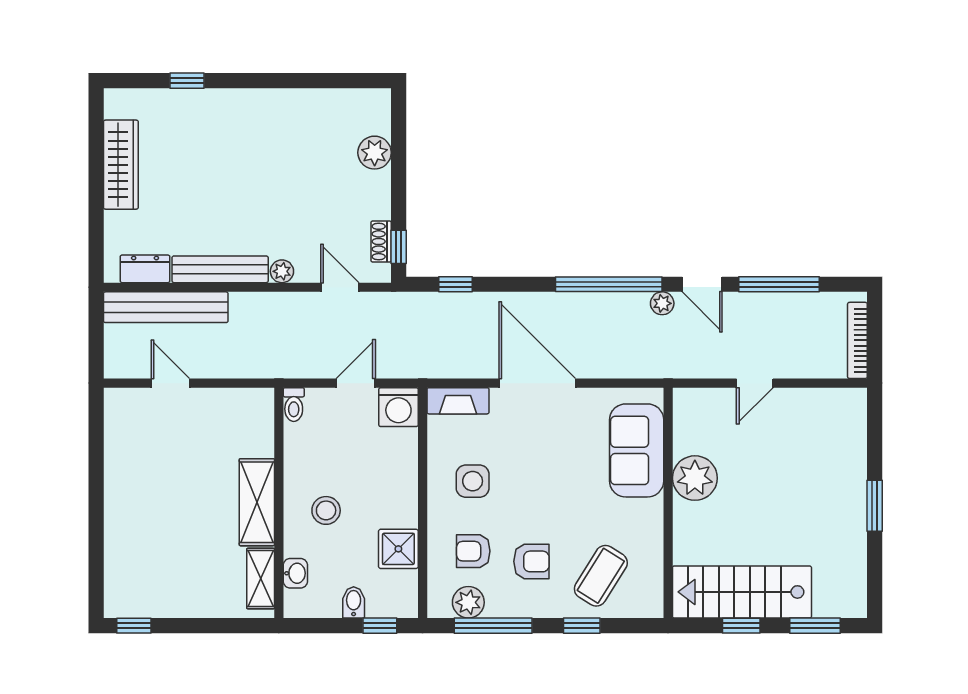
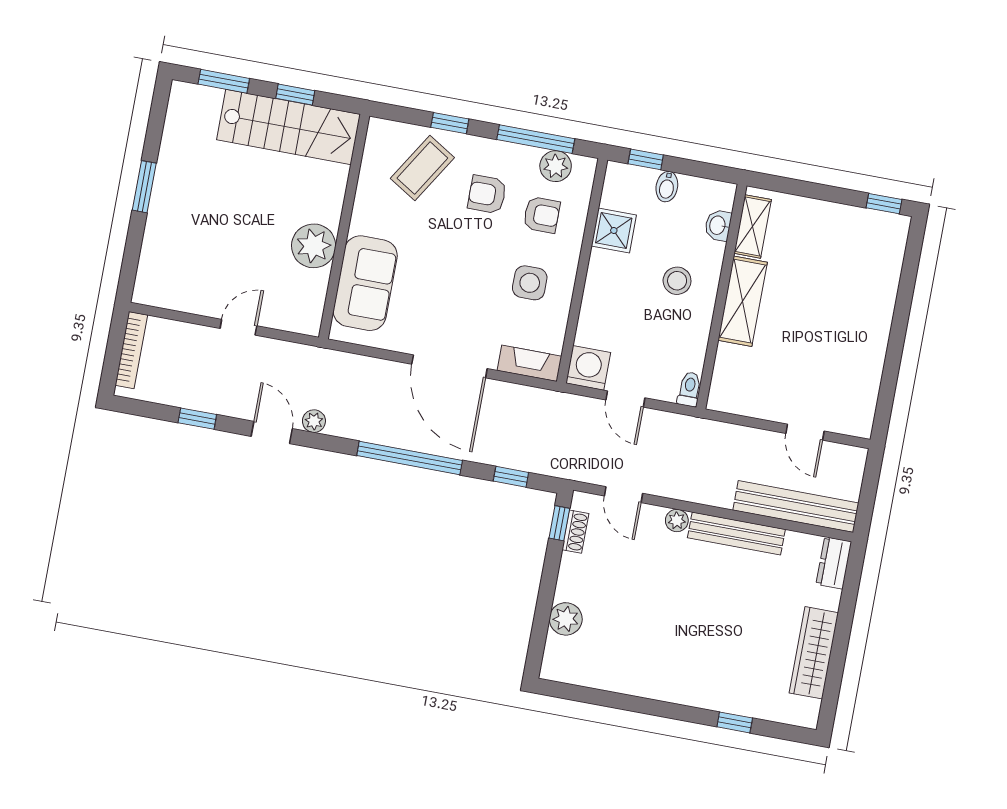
dresser: (145, 269) -> (834, 563), moved, turned 90
window: (609, 284) -> (410, 458), moved
window: (779, 284) -> (197, 419), width x0.46
door: (356, 383) -> (625, 399), hinge flipped

